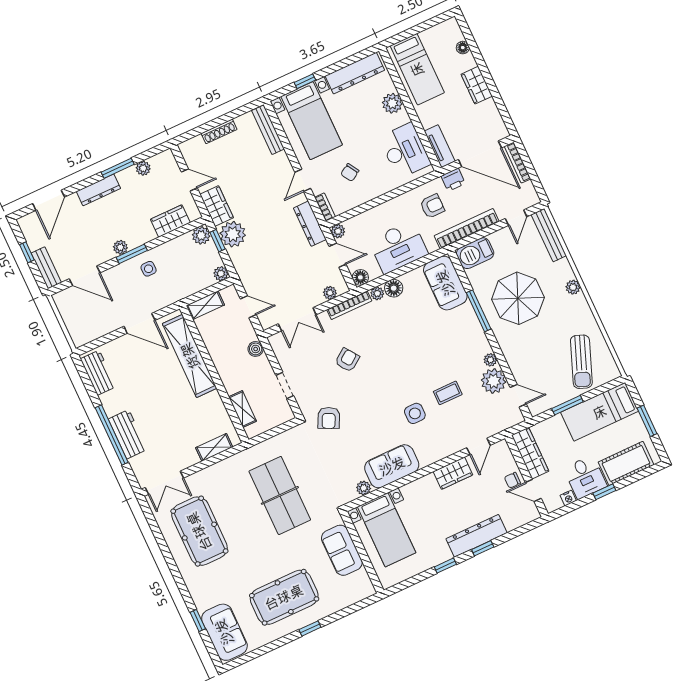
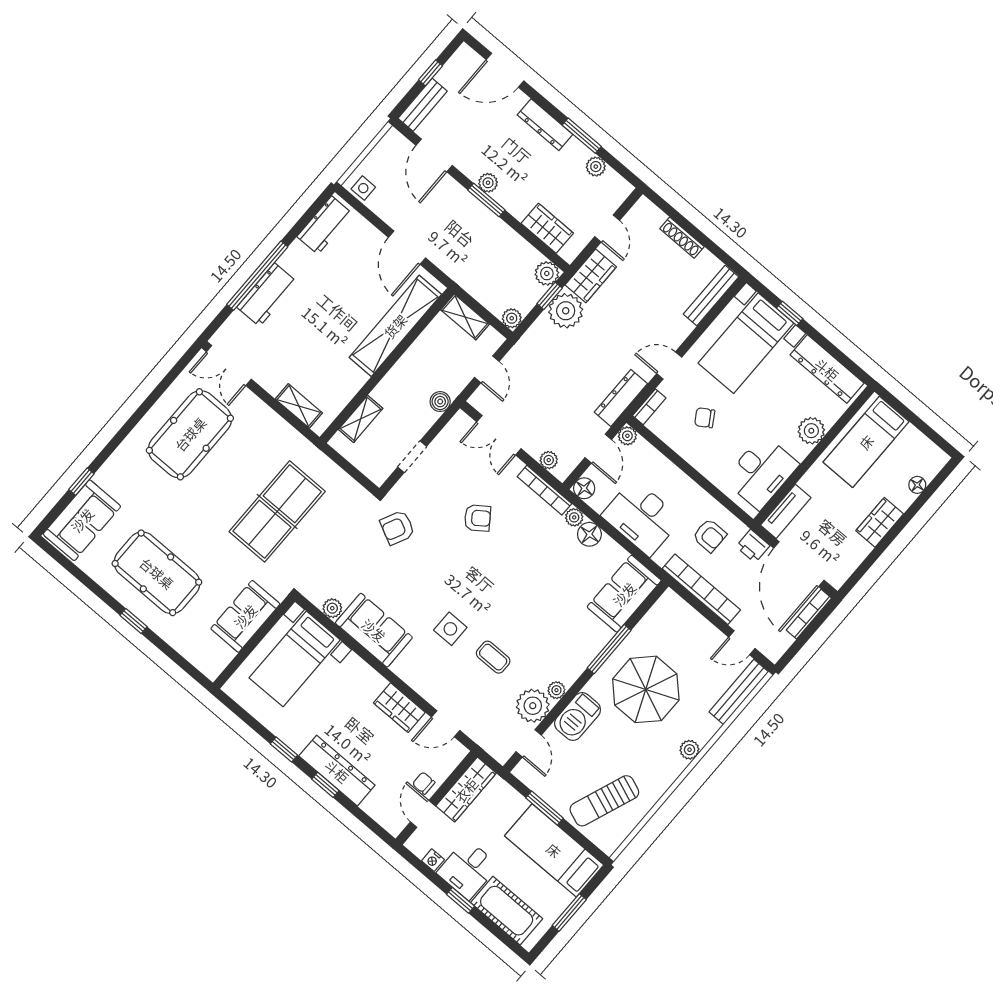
barbecue: (475, 253) -> (578, 717), moved, turned -90
side table: (149, 269) -> (363, 188), moved

